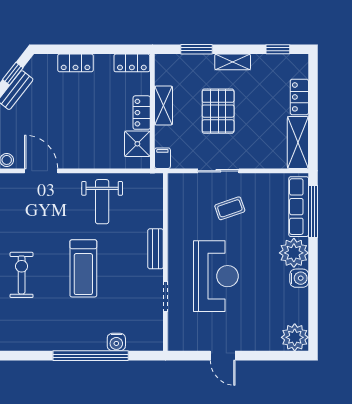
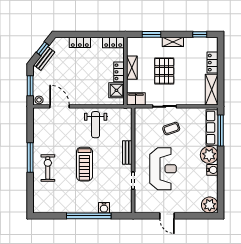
filing cabinet: (162, 158) -> (136, 99), width x2.00

